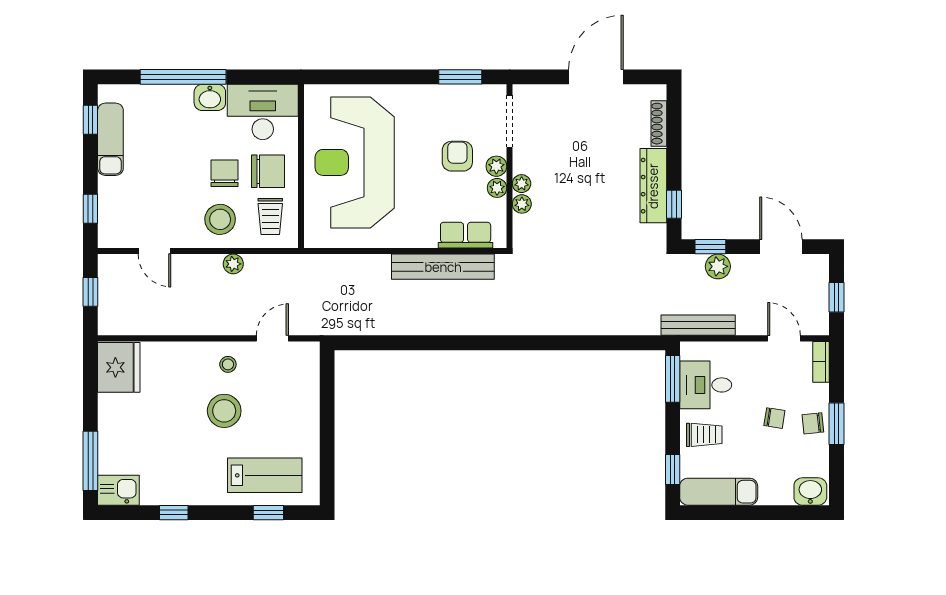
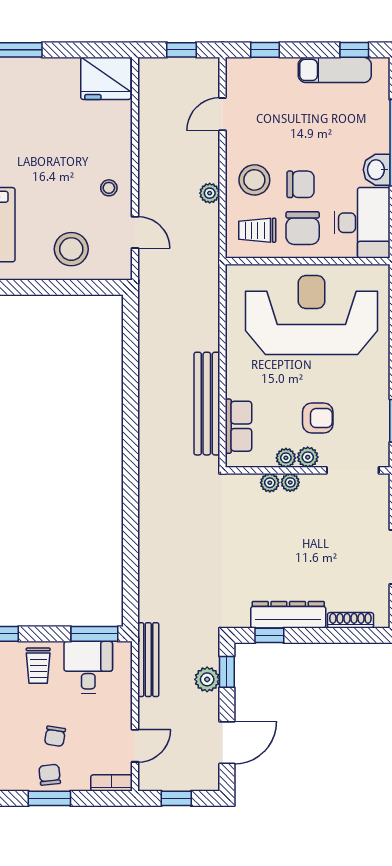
stool: (224, 411) -> (71, 249), moved

